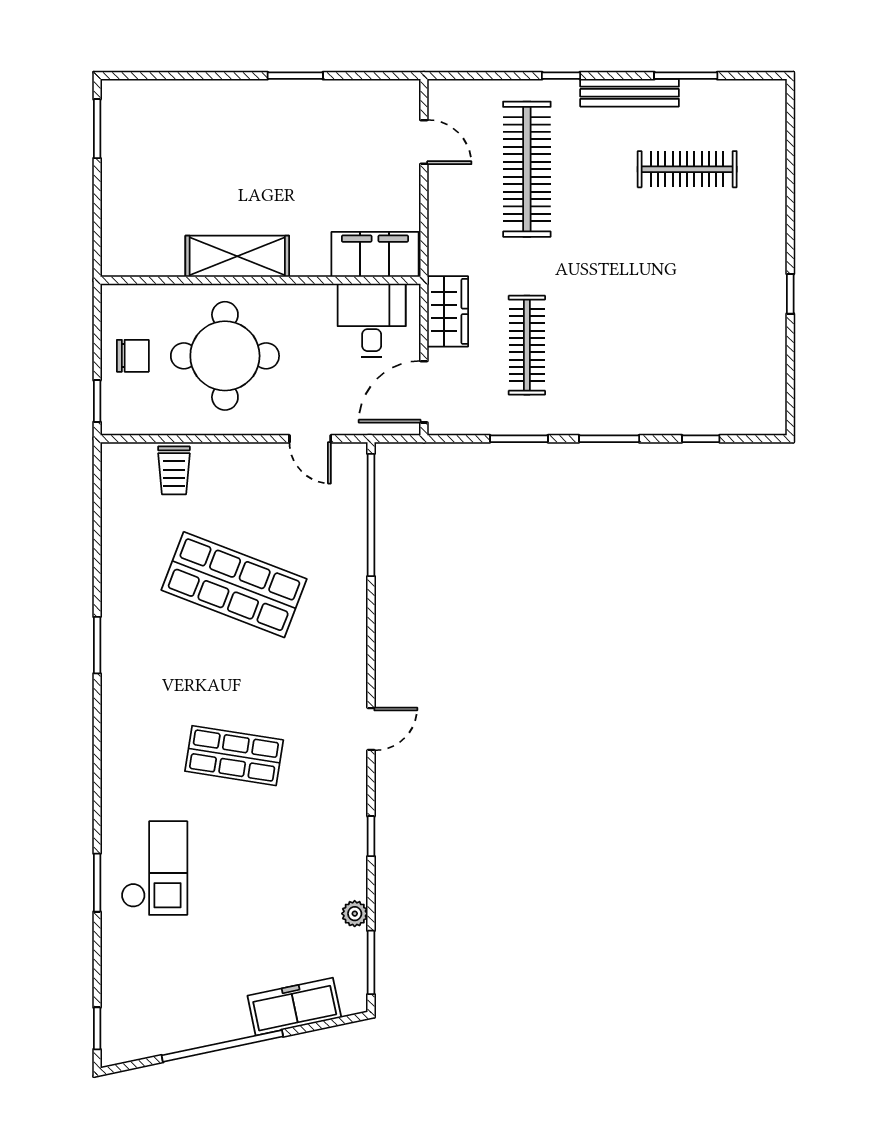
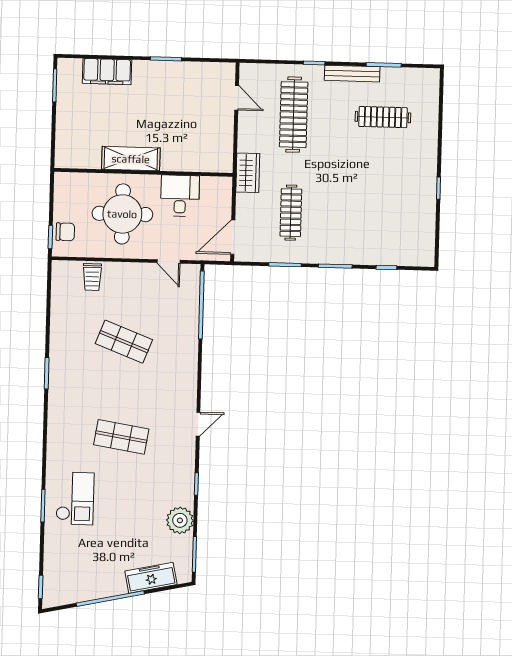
filing cabinet: (375, 254) -> (107, 72), moved, turned 180
wardrobe: (448, 311) -> (248, 173), moved
desk: (372, 320) -> (180, 196), moved
chair: (133, 356) -> (65, 232), moved
shop shelf: (234, 585) -> (124, 342), width x0.70, depth x0.74
plant: (355, 914) -> (180, 520), width x1.87, depth x1.87

